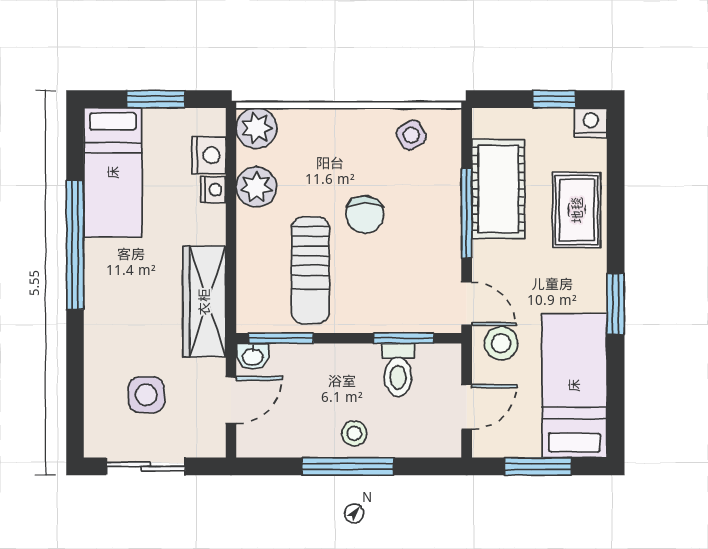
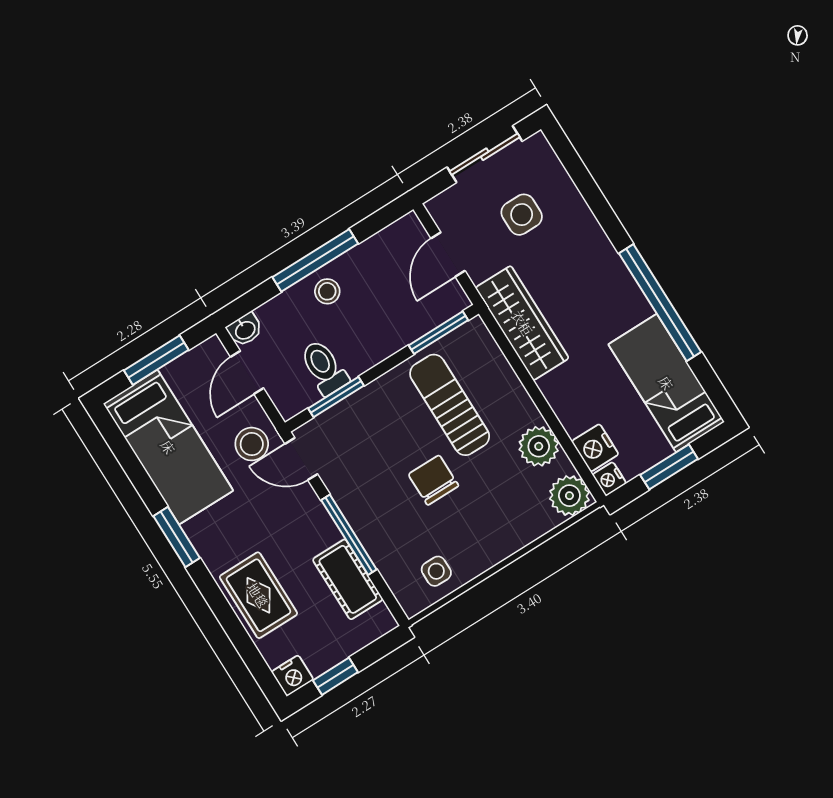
side table: (411, 135) -> (436, 571), turned 31
cot: (498, 189) -> (348, 579), width x0.73, depth x0.75
nightstand: (213, 190) -> (609, 479), moved
washbasin: (253, 356) -> (245, 330), moved, turned 180

